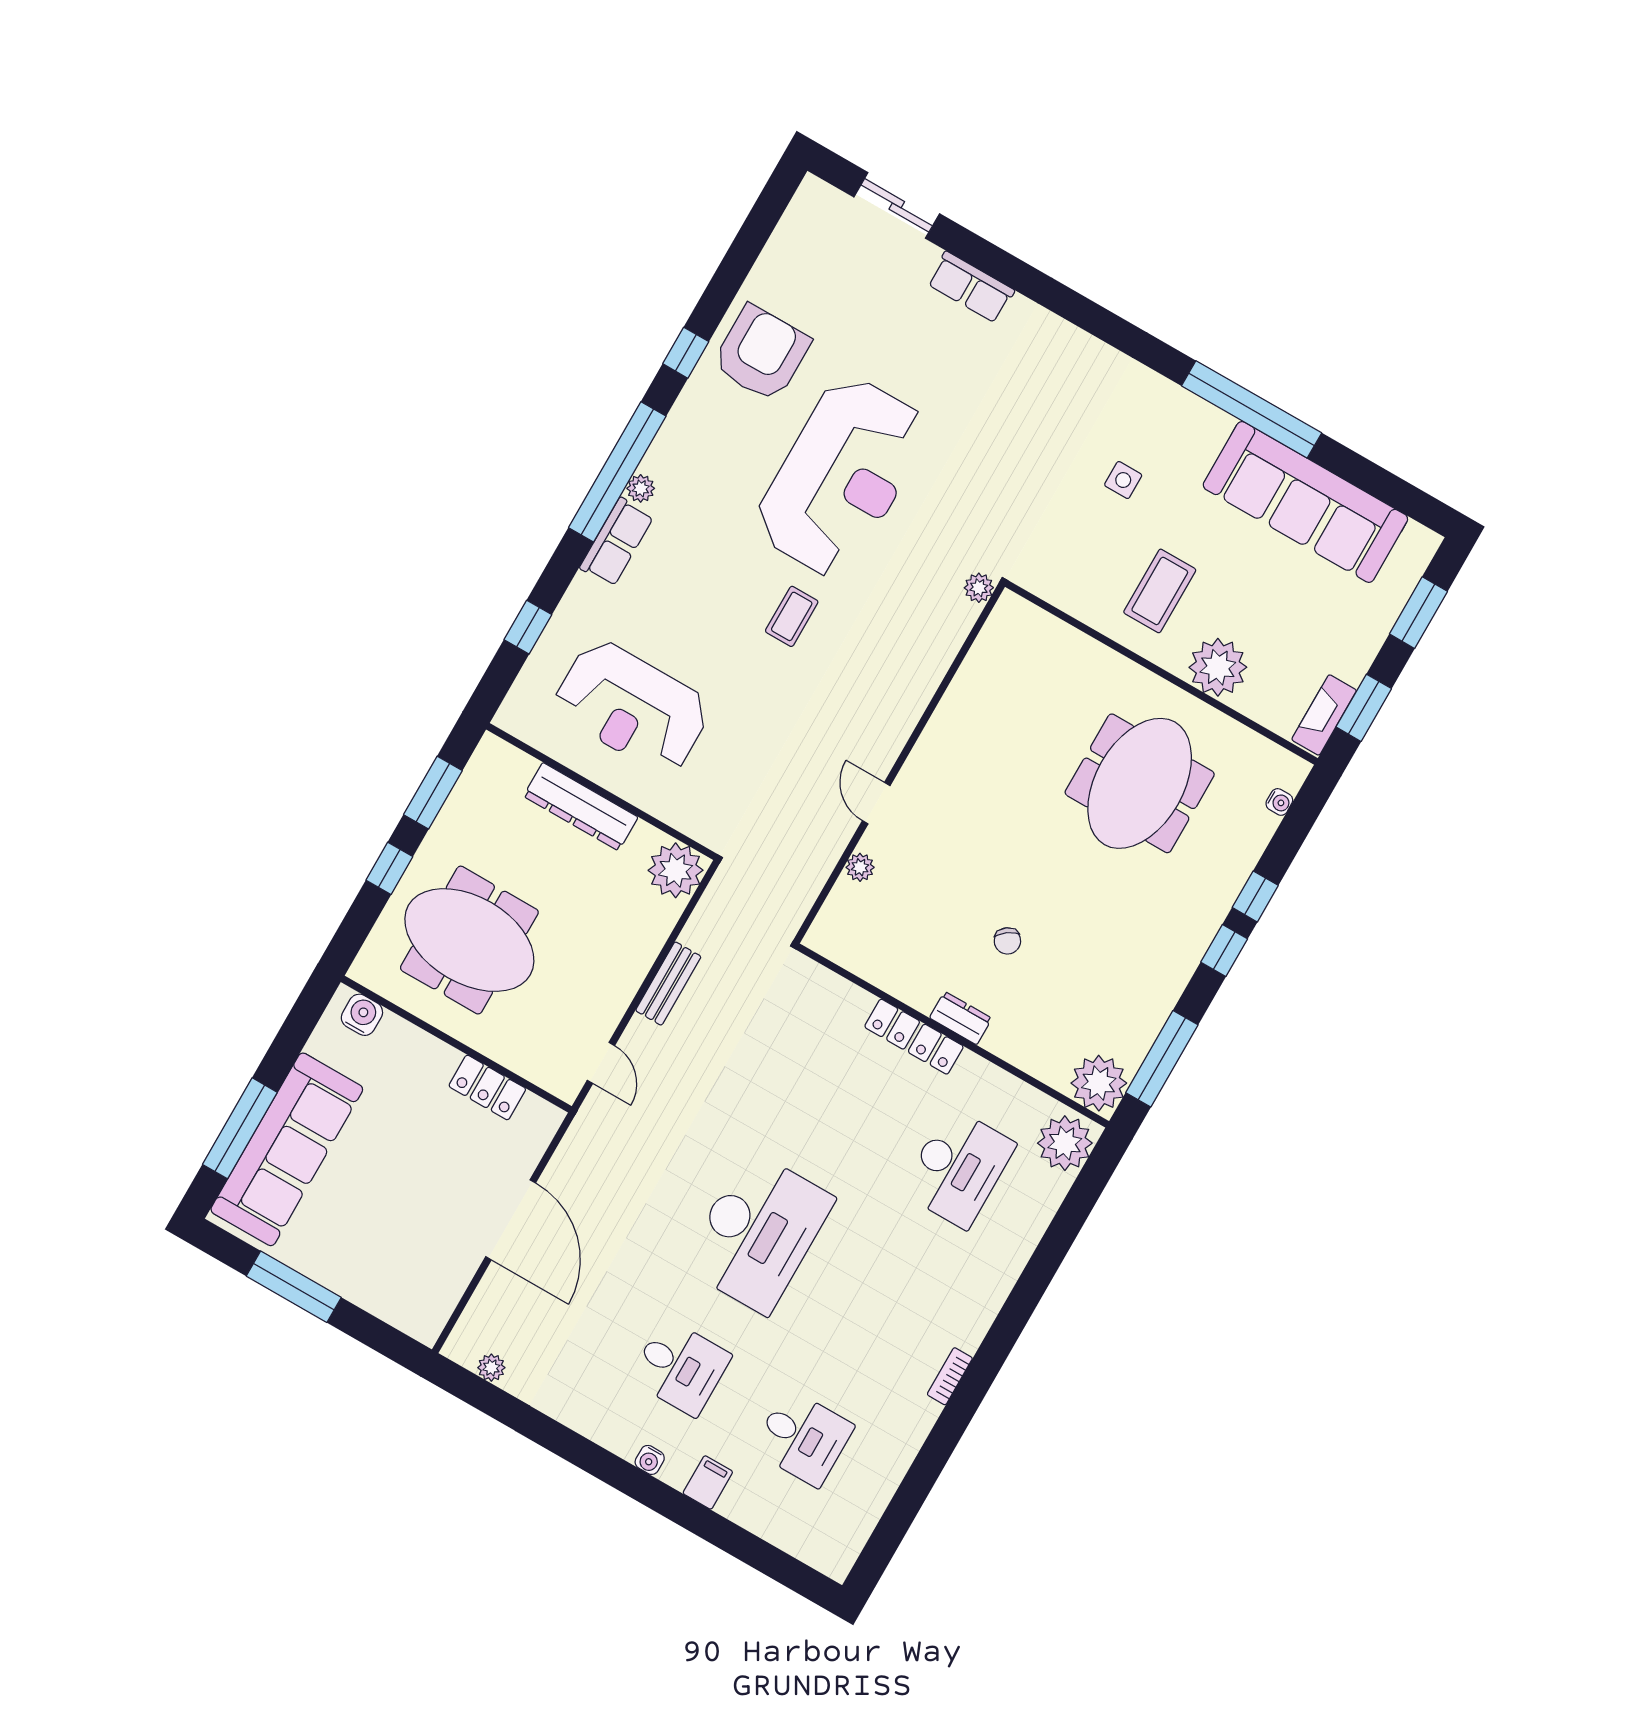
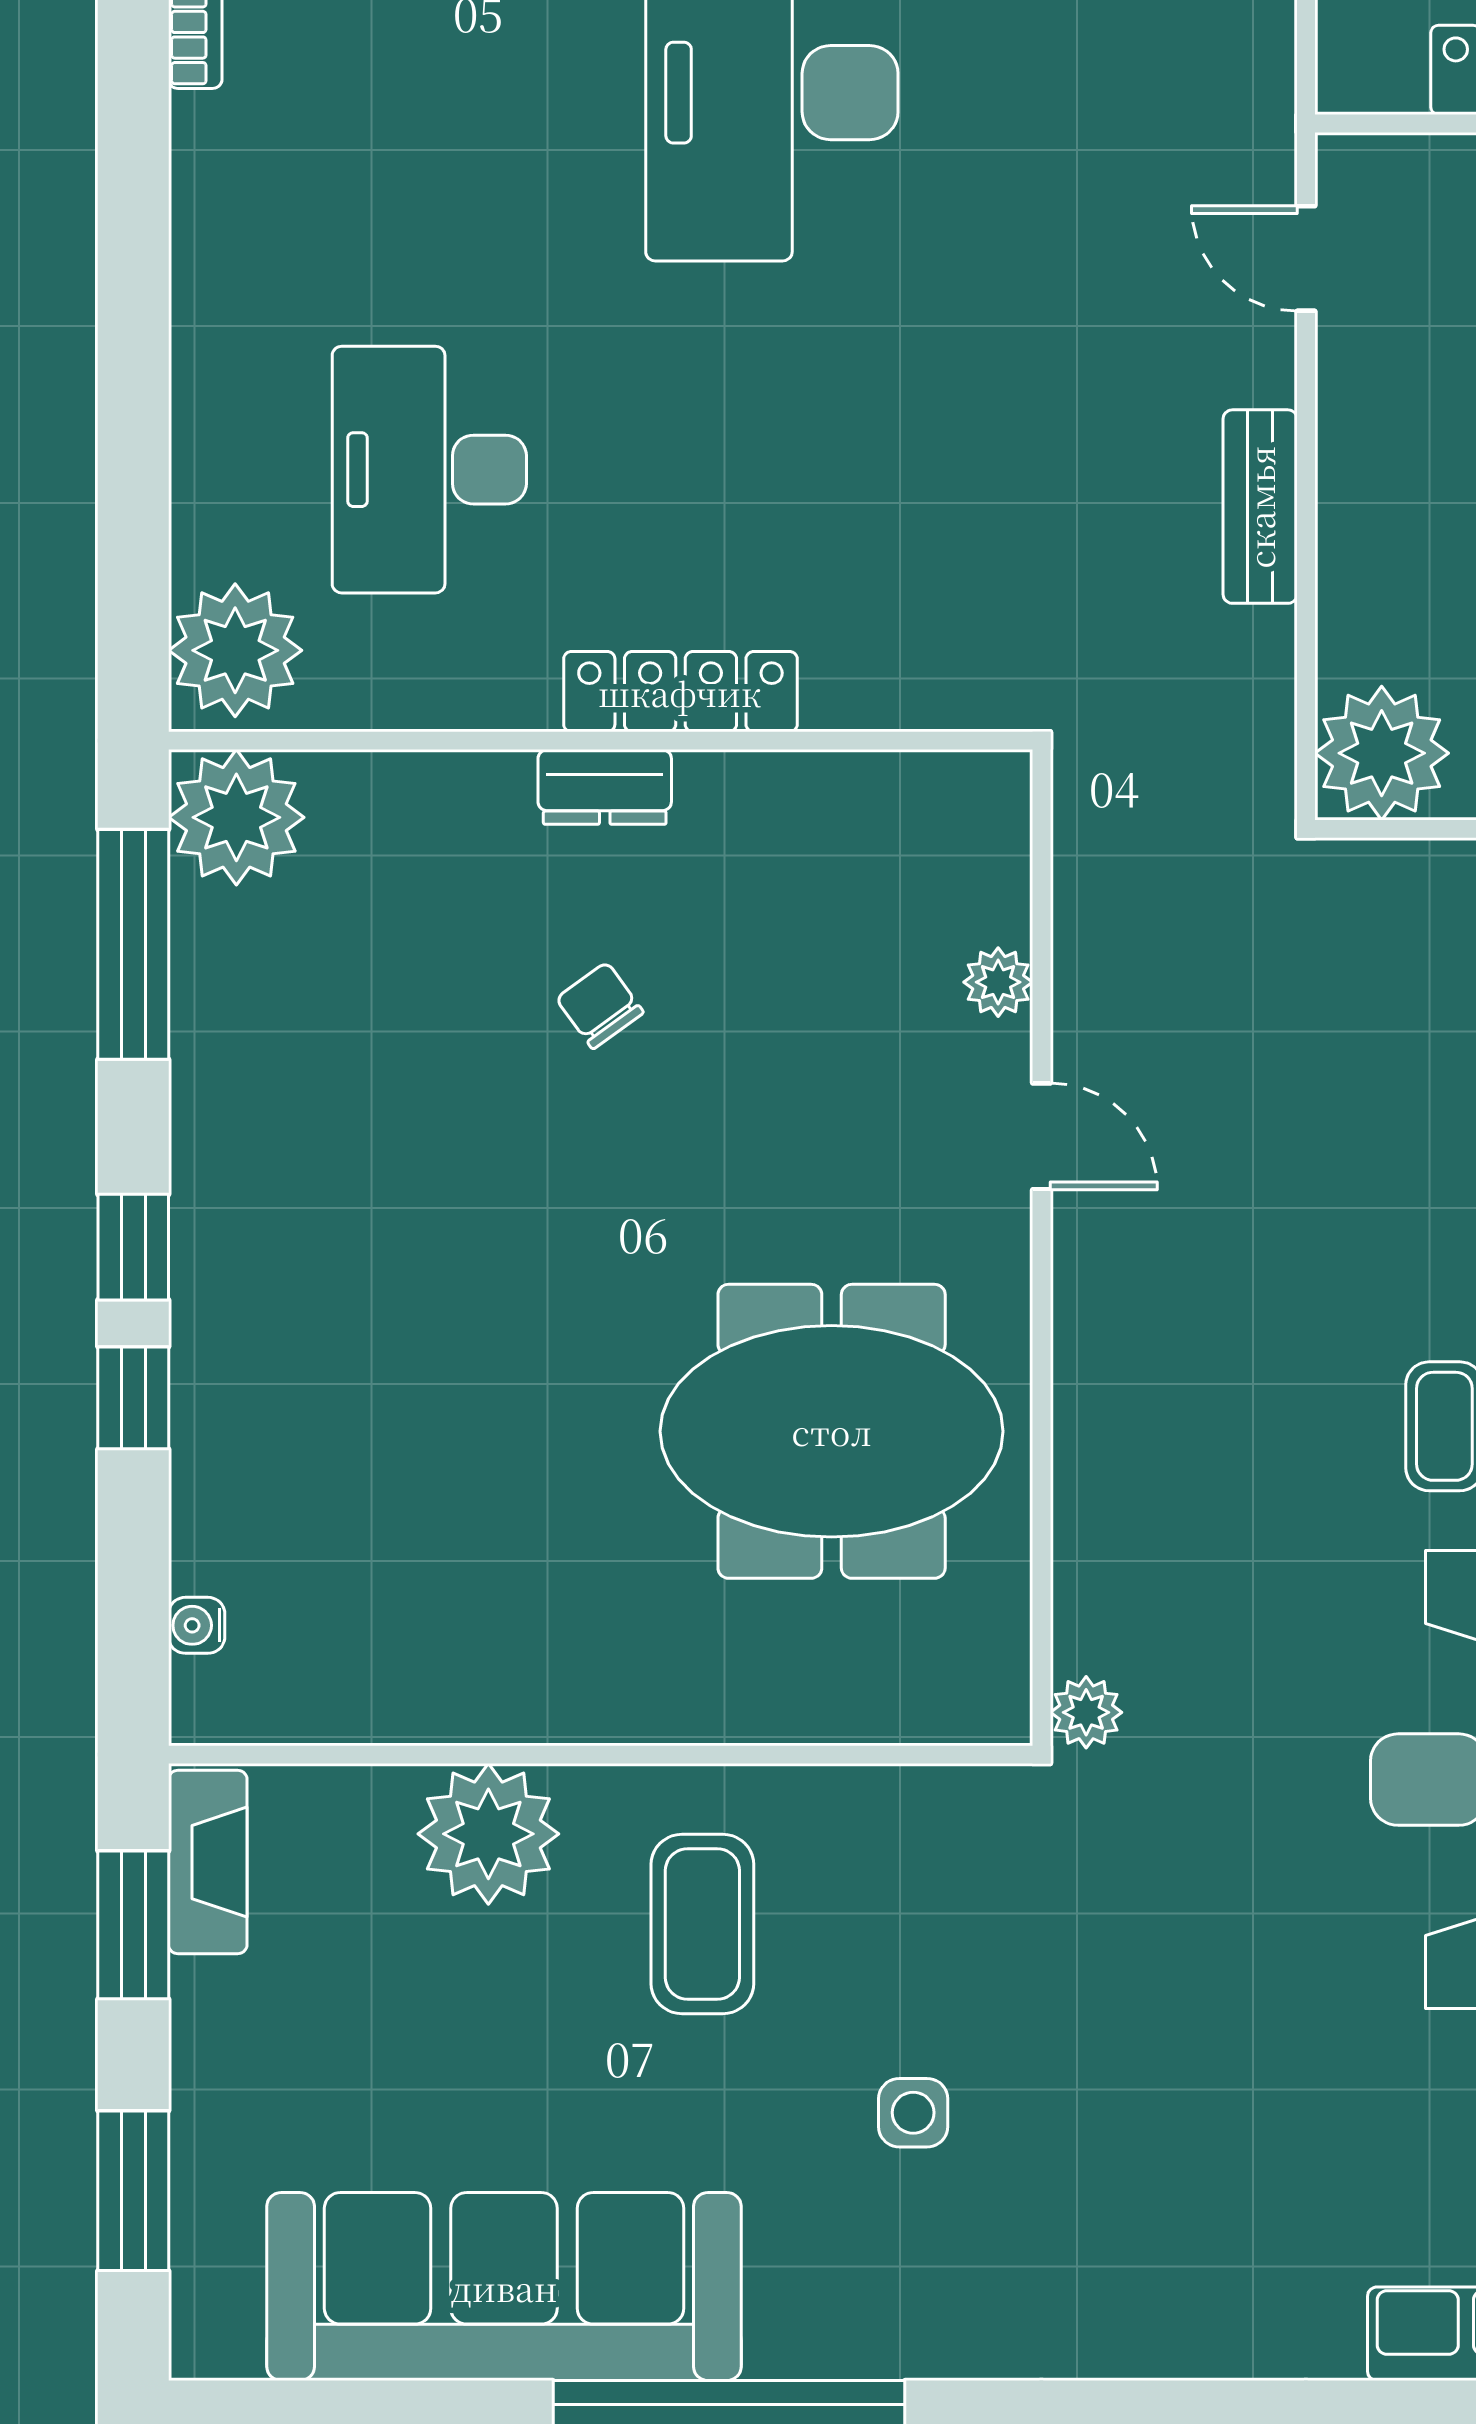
meeting table: (1140, 783) -> (832, 1431), moved, turned 90

